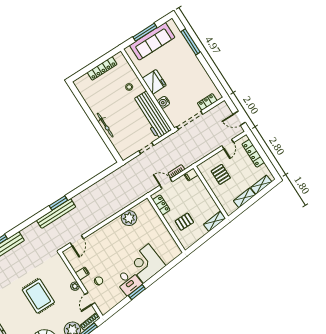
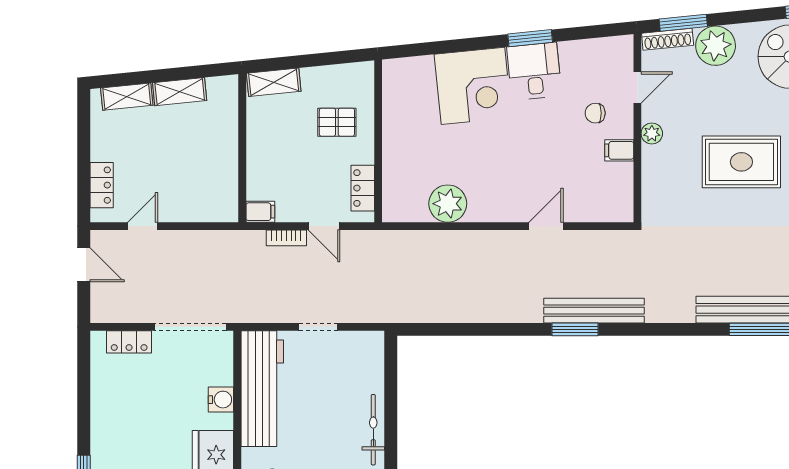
locker: (253, 153) -> (102, 185), width x0.66
pallet: (221, 174) -> (198, 172), removed
door: (77, 241) -> (546, 226), moved
rug: (38, 296) -> (741, 162), turned 90

